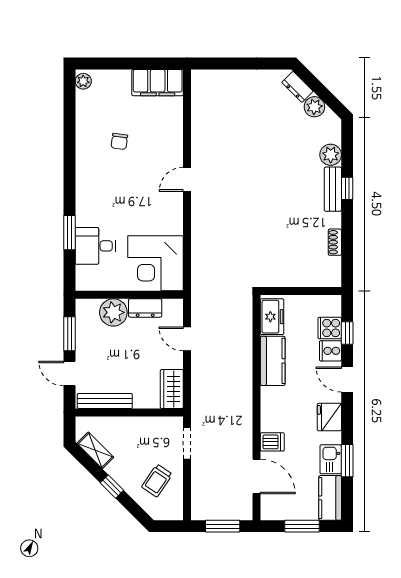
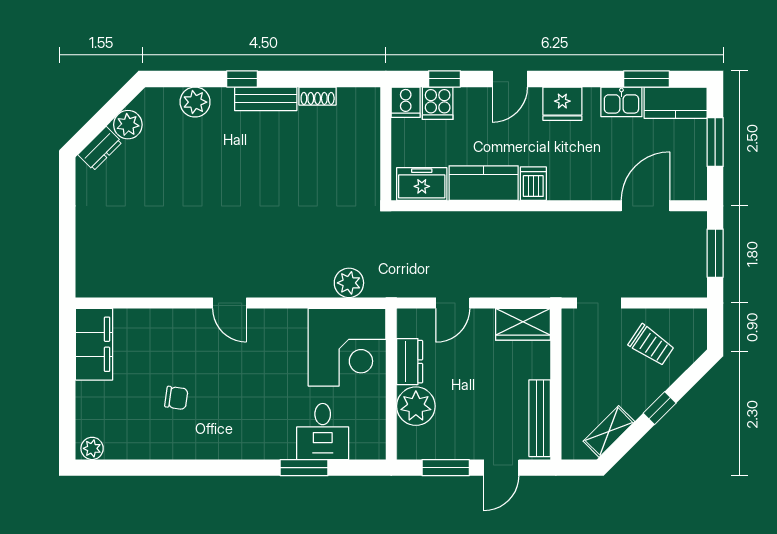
bench: (333, 189) -> (266, 99), moved
plant: (201, 265) -> (349, 283), added
cooker: (330, 351) -> (406, 102), moved
dishwasher: (272, 442) -> (533, 184), moved
window: (347, 461) -> (647, 79), moved

